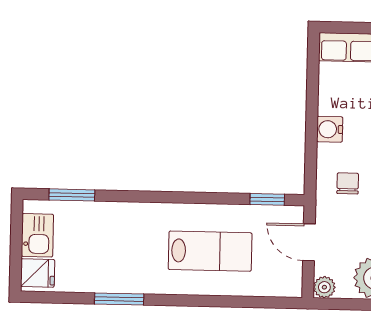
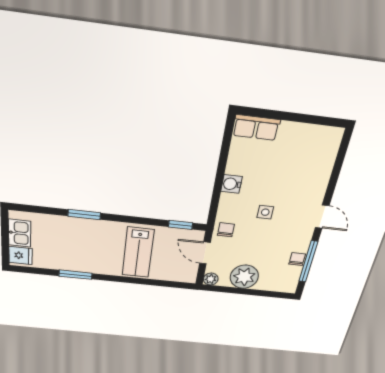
chair: (348, 183) -> (226, 230), moved
window: (72, 195) -> (84, 214), moved
lab bench: (210, 251) -> (138, 253), turned 90

